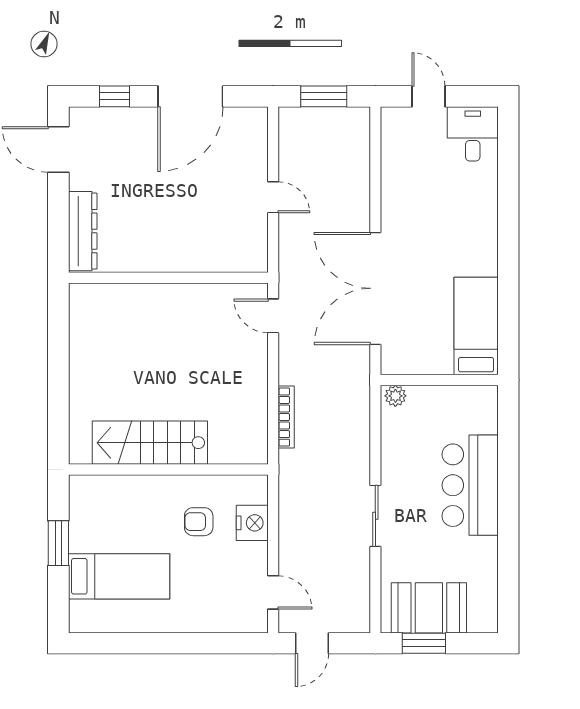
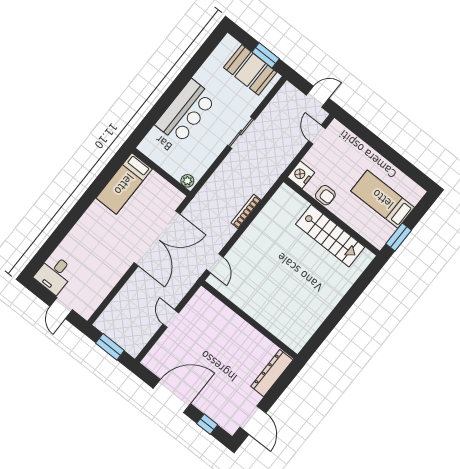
stairs: (150, 443) -> (330, 236), moved
wall: (168, 469) -> (332, 216), moved

